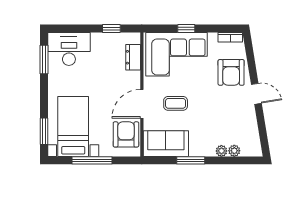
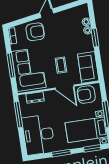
window: (111, 29) -> (18, 115), width x2.17
window: (186, 29) -> (11, 66), width x2.17
desk: (69, 49) -> (38, 135), width x1.36, depth x1.30
window: (44, 60) -> (61, 153), moved
window: (191, 160) -> (95, 38), moved

